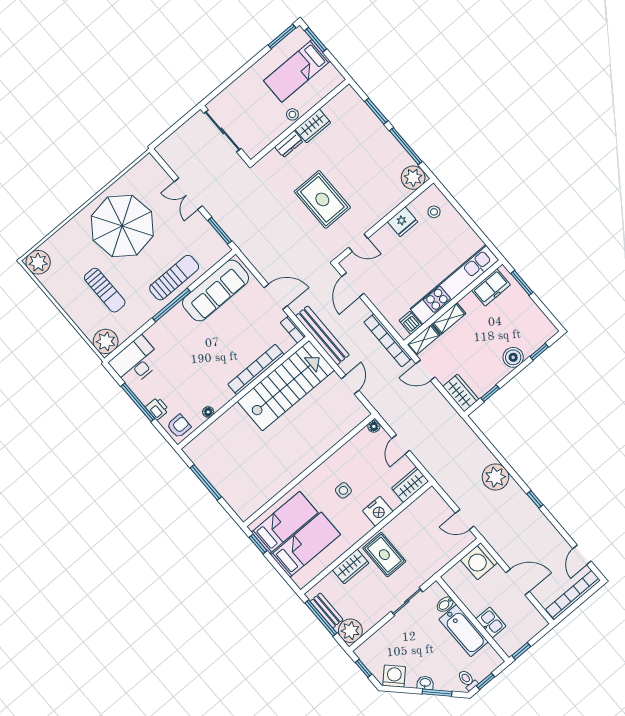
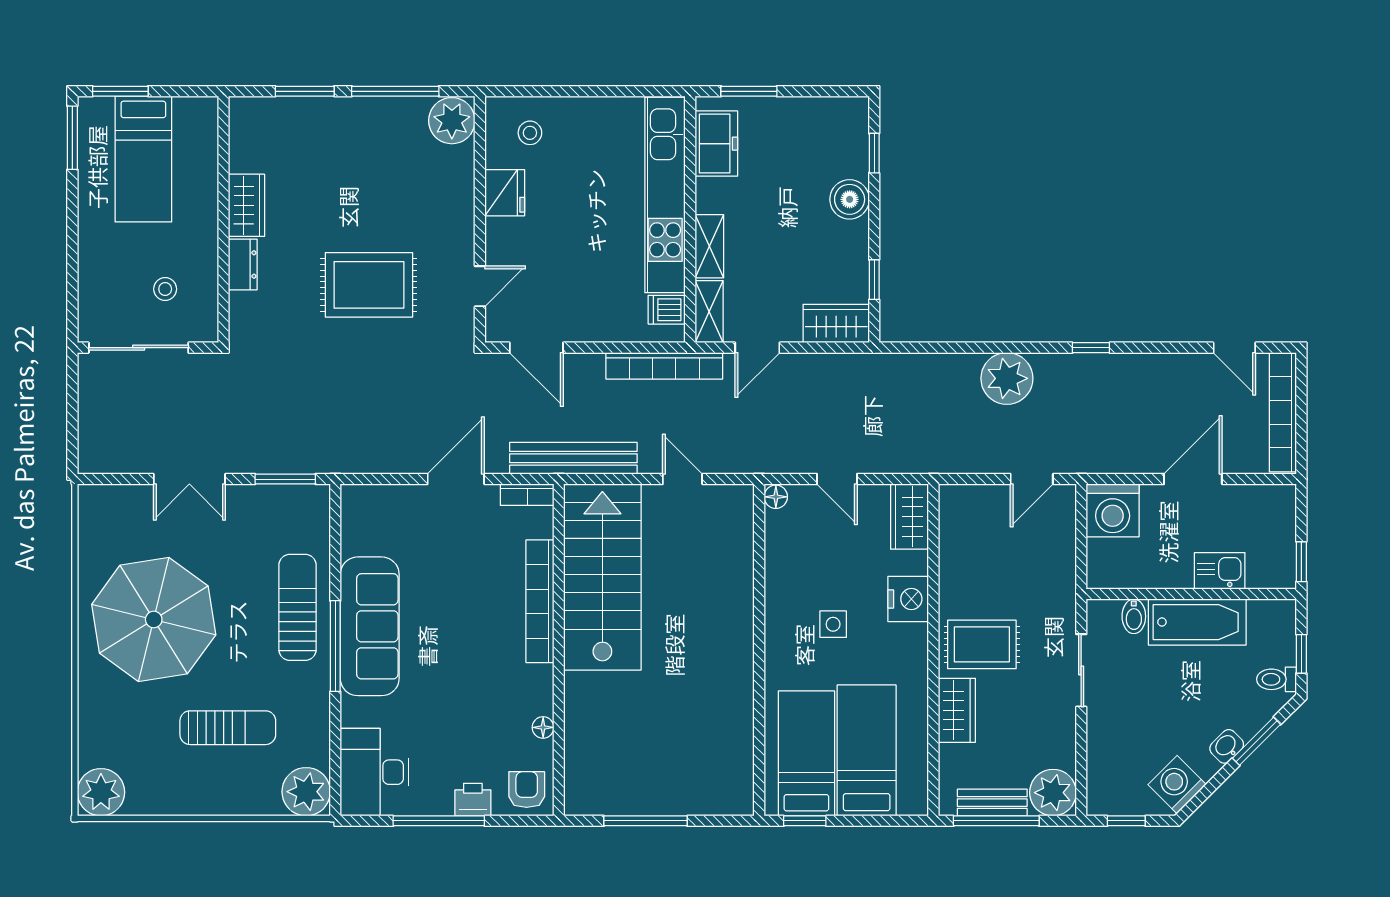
stool: (292, 114) -> (165, 289), moved
sofa: (216, 290) -> (370, 626), moved

